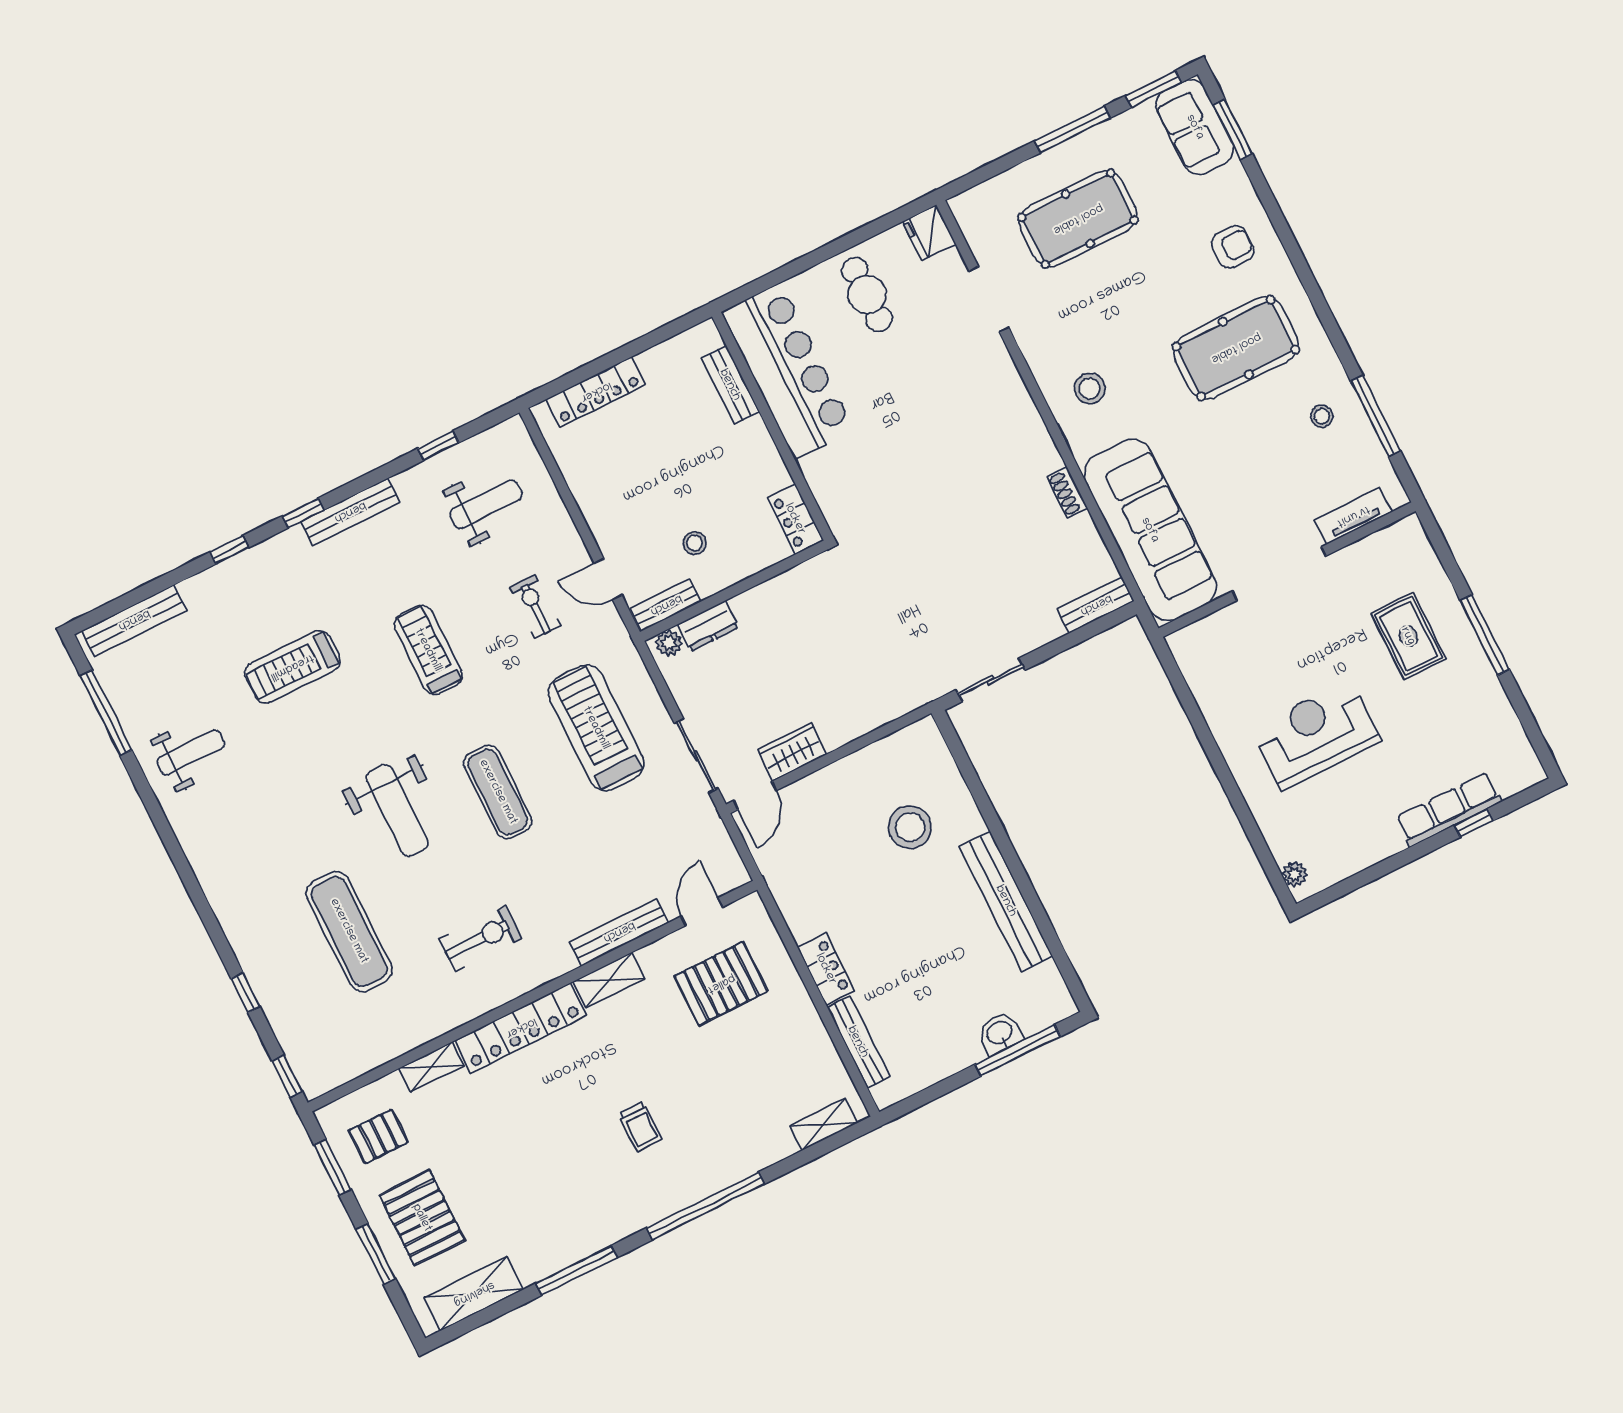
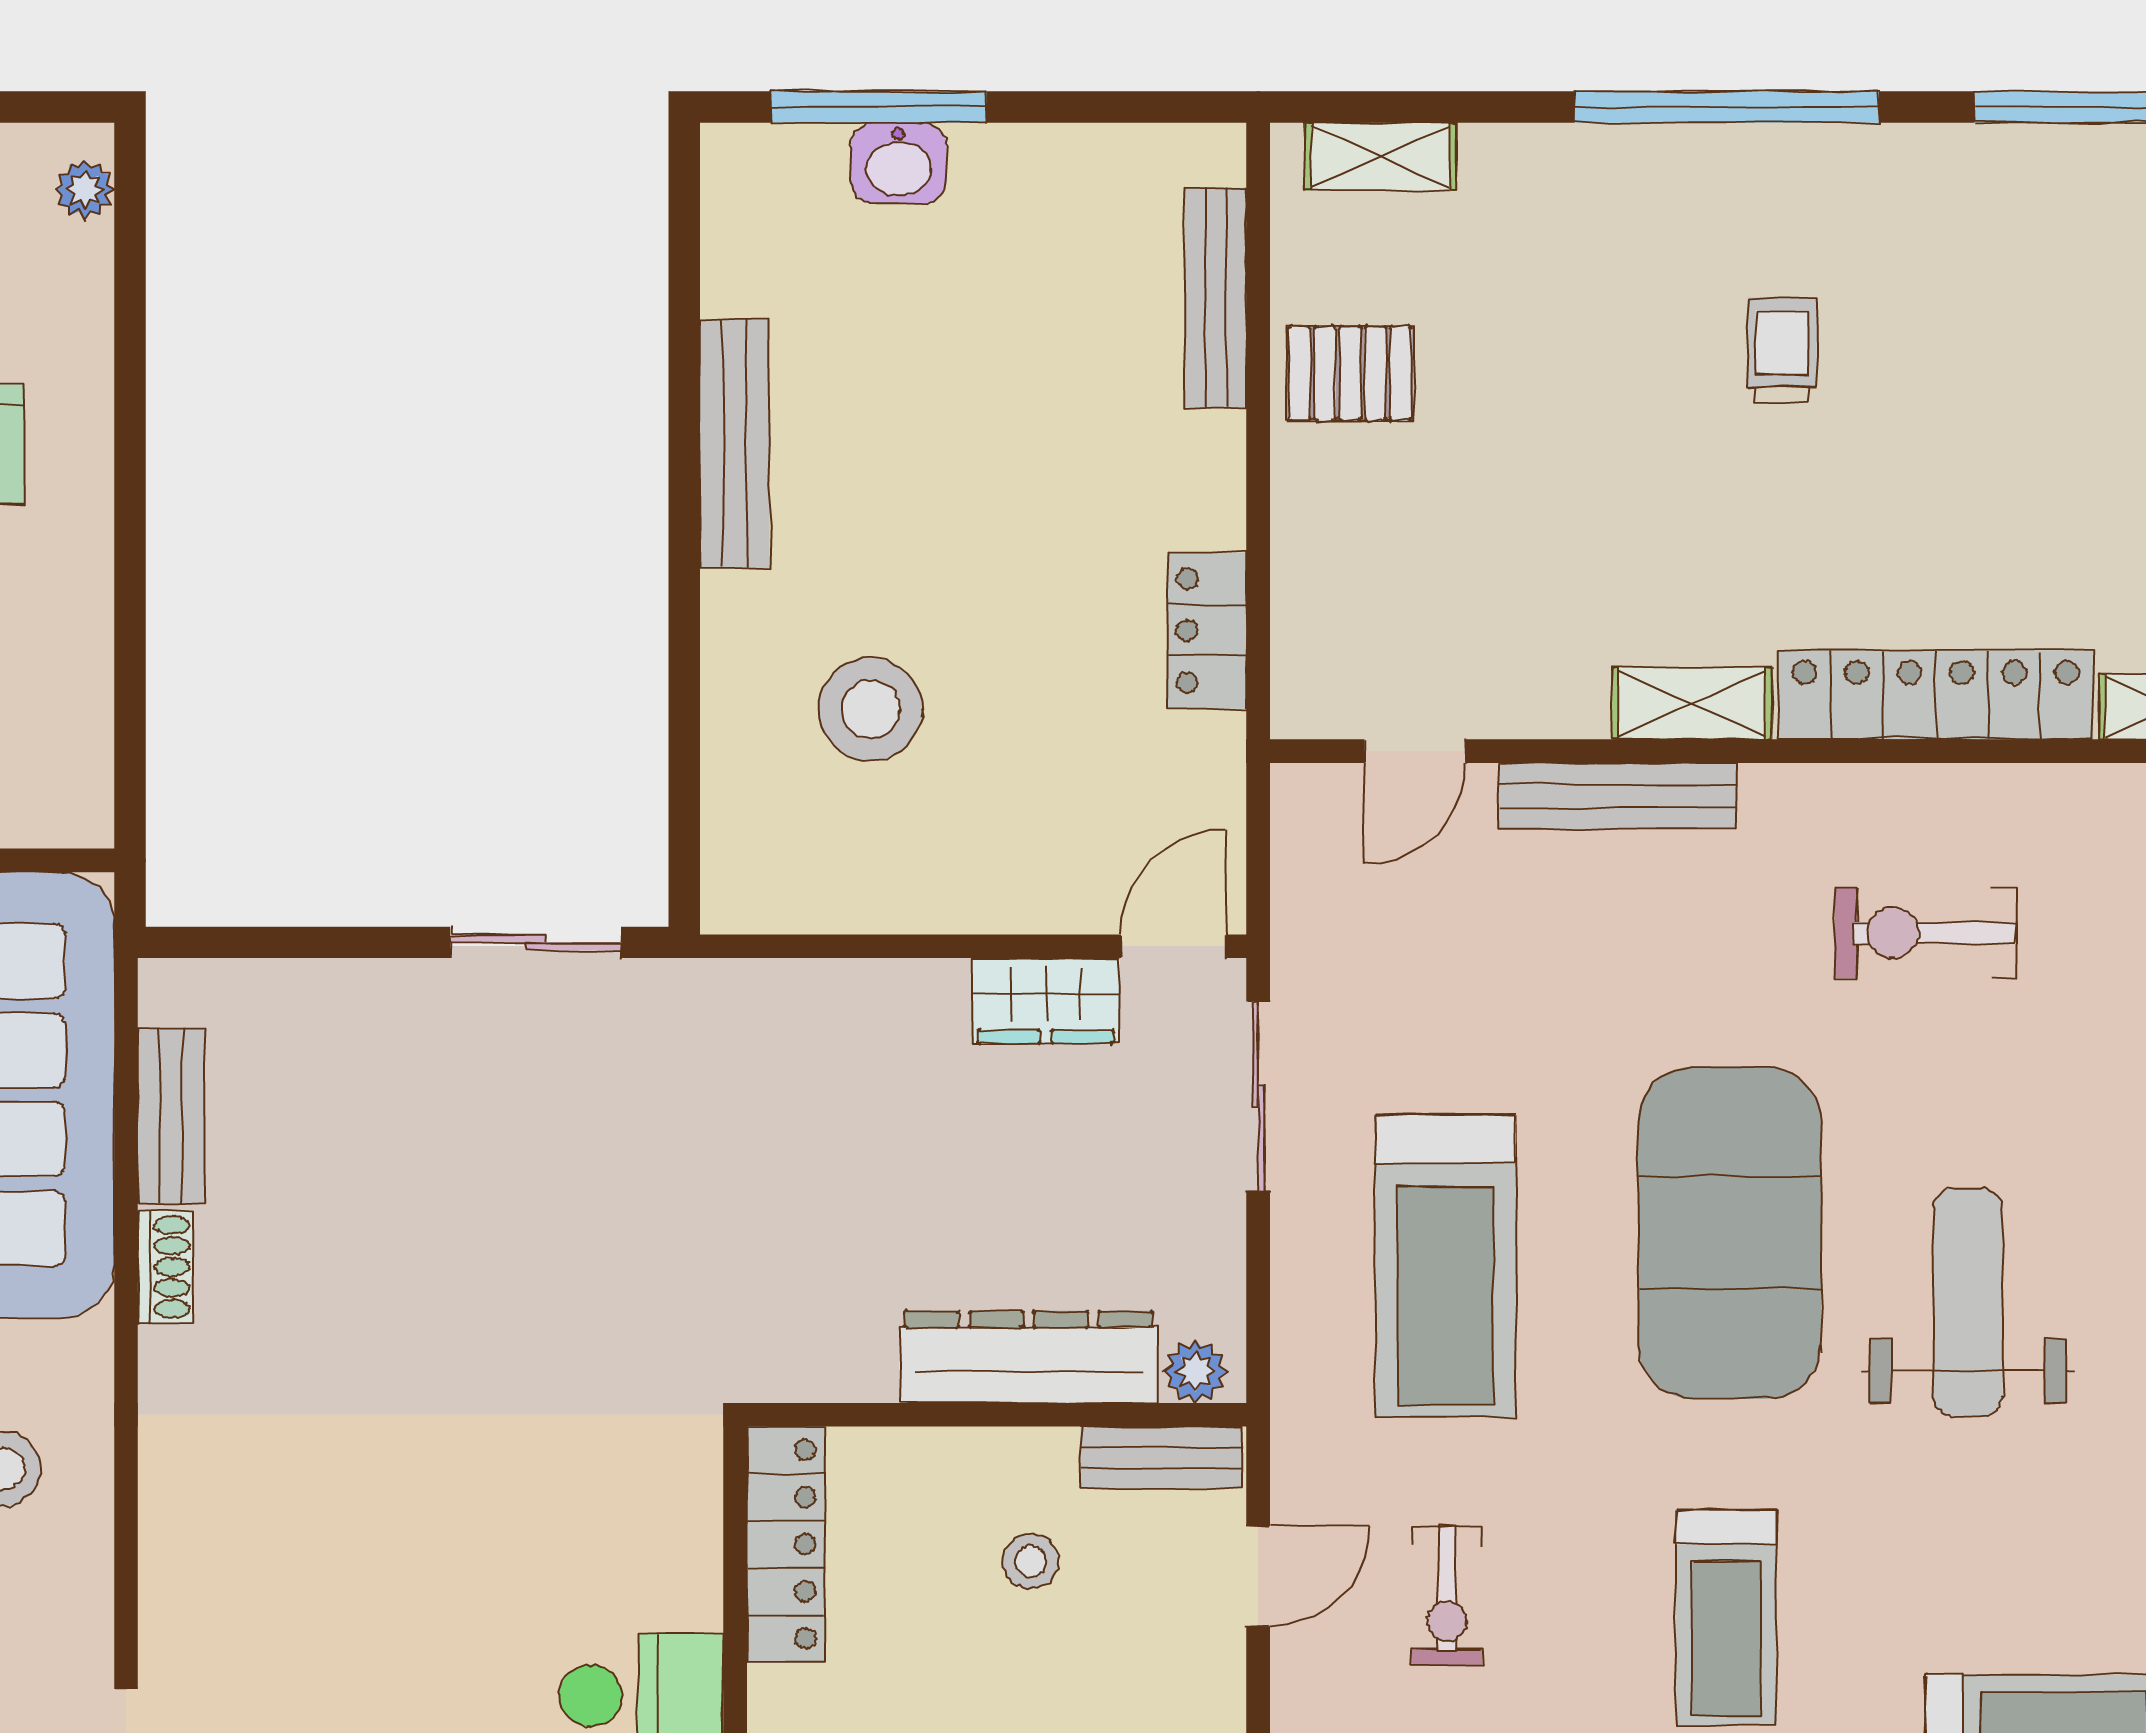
locker: (795, 519) -> (786, 1544), width x1.53
door: (608, 579) -> (1258, 1576), hinge flipped
bench: (1096, 605) -> (171, 1116), moved, turned 90
dresser: (708, 626) -> (1029, 1357), width x1.96, depth x1.24
exercise mat: (498, 792) -> (1729, 1233), width x2.00, depth x1.45
bench: (1006, 901) -> (735, 444), width x0.73, depth x0.82
locker: (826, 969) -> (1207, 631), moved
pallet: (721, 984) -> (1350, 373), moved, width x0.67, depth x0.71

